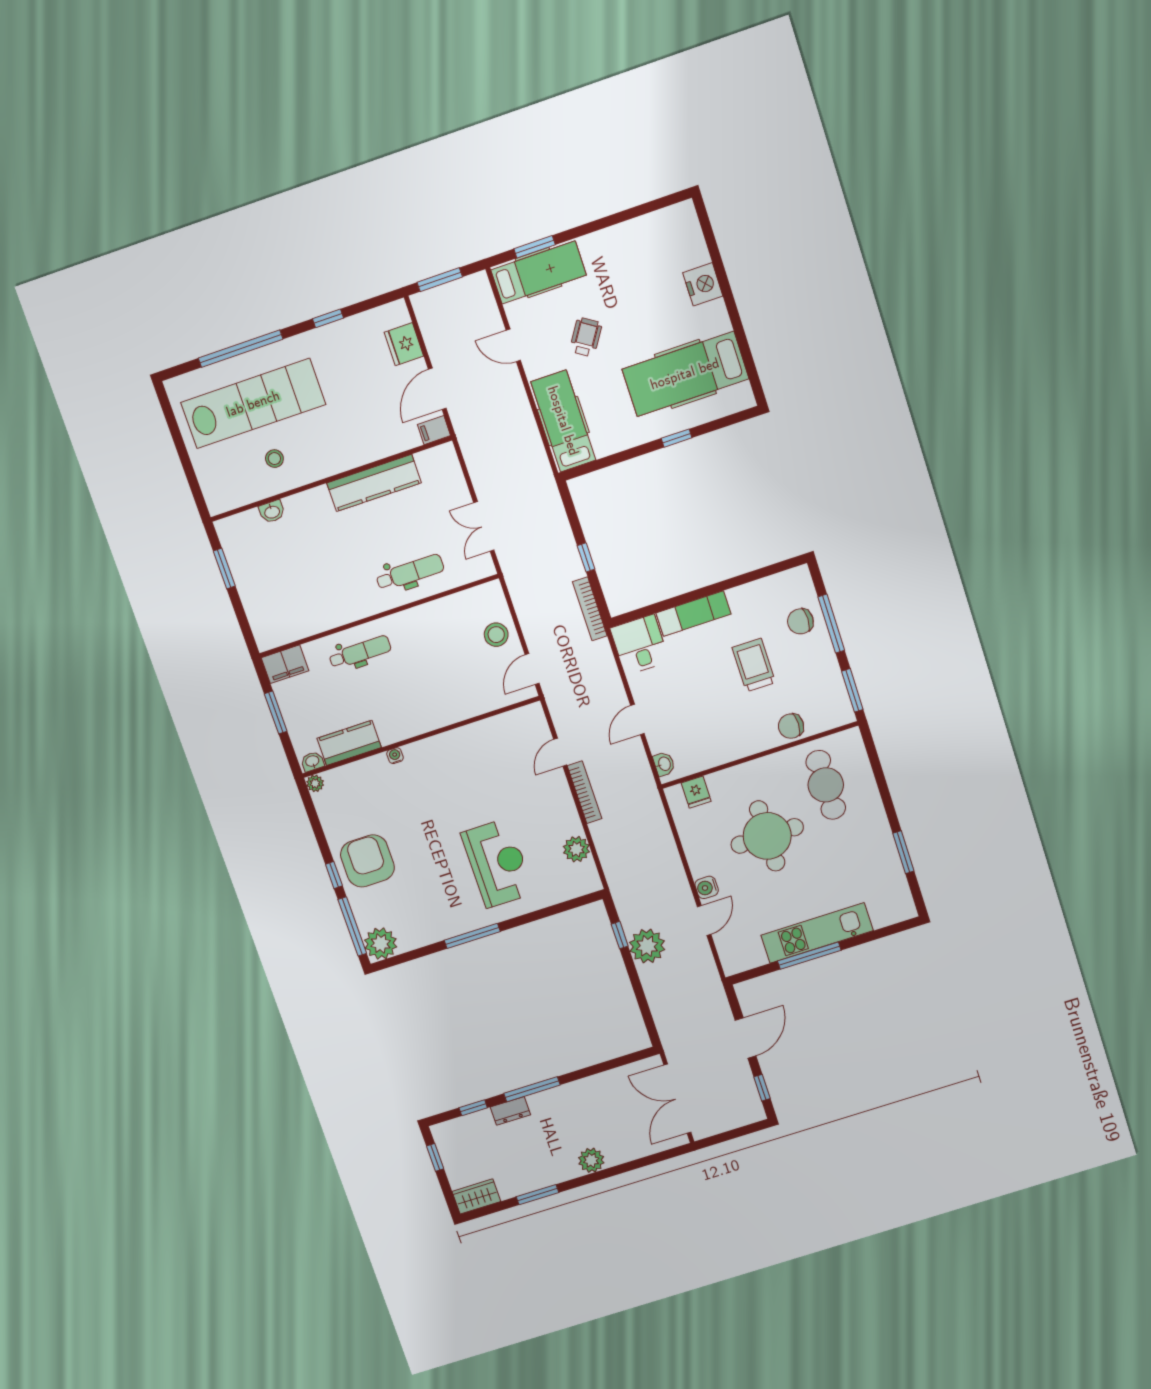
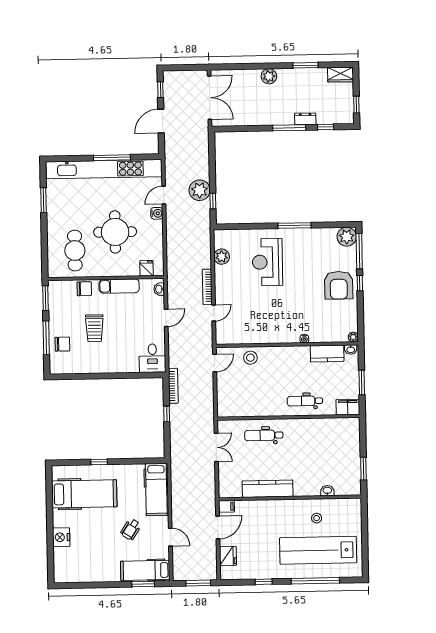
exam couch: (693, 614) -> (119, 286), moved, turned 180
stool: (496, 635) -> (250, 358), moved
kitchen unit: (817, 933) -> (104, 169), width x1.86

